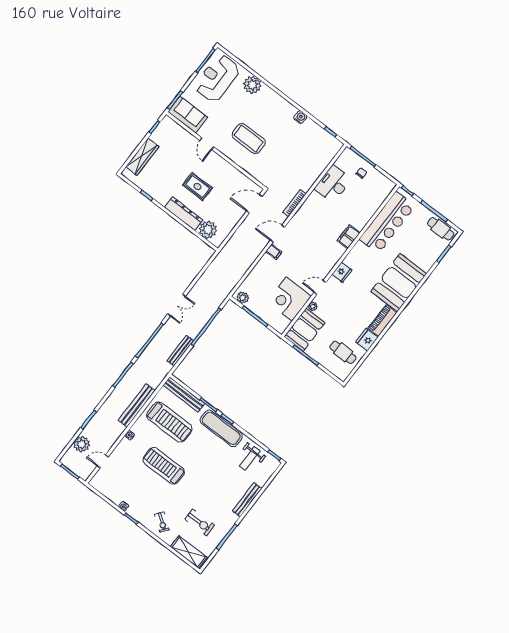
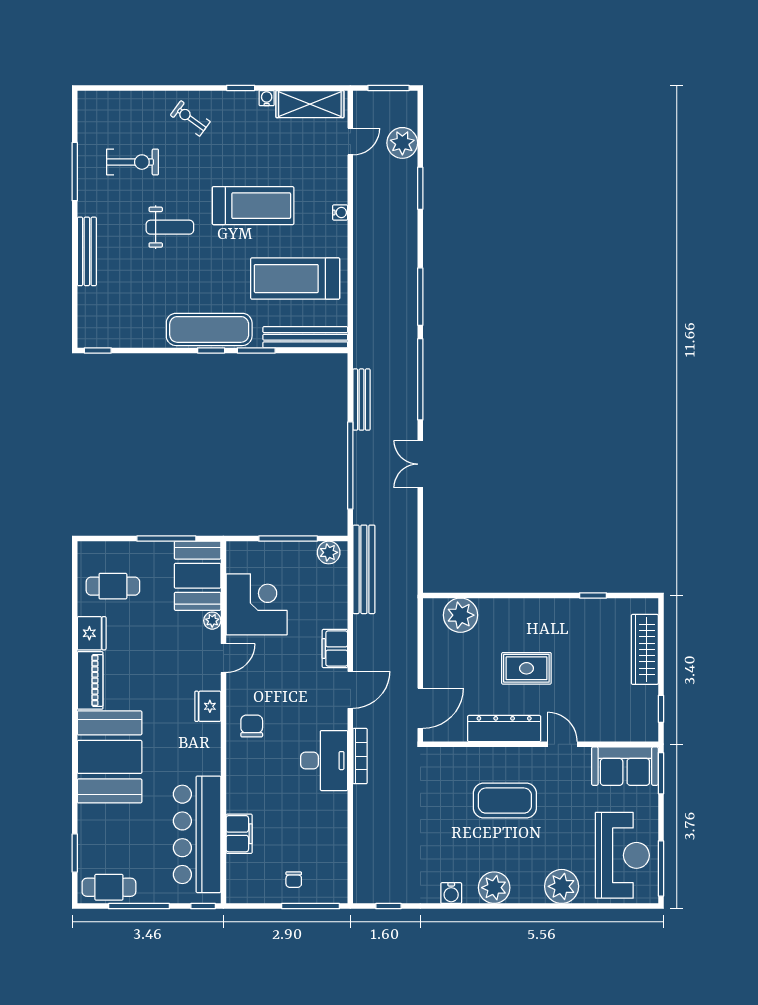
plant: (281, 106) -> (494, 888), added
desk: (333, 184) -> (324, 761), moved
dresser: (184, 214) -> (504, 729), moved, turned 180
filing cabinet: (348, 237) -> (239, 834), moved
chair: (330, 250) -> (252, 726), added
filing cabinet: (274, 252) -> (335, 649), width x2.00
bench: (137, 405) -> (364, 569), moved
weight bench: (250, 458) -> (170, 227), moved, turned 90
exercise bike: (200, 522) -> (133, 162), turned 180
shelving: (189, 552) -> (310, 104), moved

